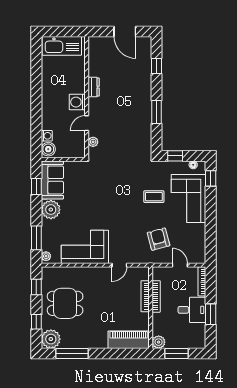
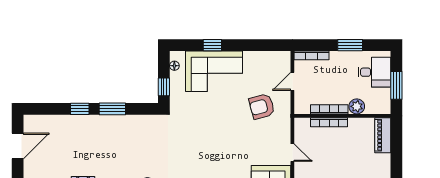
window: (157, 66) -> (80, 109), moved
window: (211, 178) -> (212, 45), moved
coffee table: (154, 197) -> (212, 112), removed
desk: (192, 310) -> (374, 72), moved, turned 90
piano: (129, 340) -> (383, 135), width x0.73, depth x0.75
plant: (159, 342) -> (357, 106), moved

